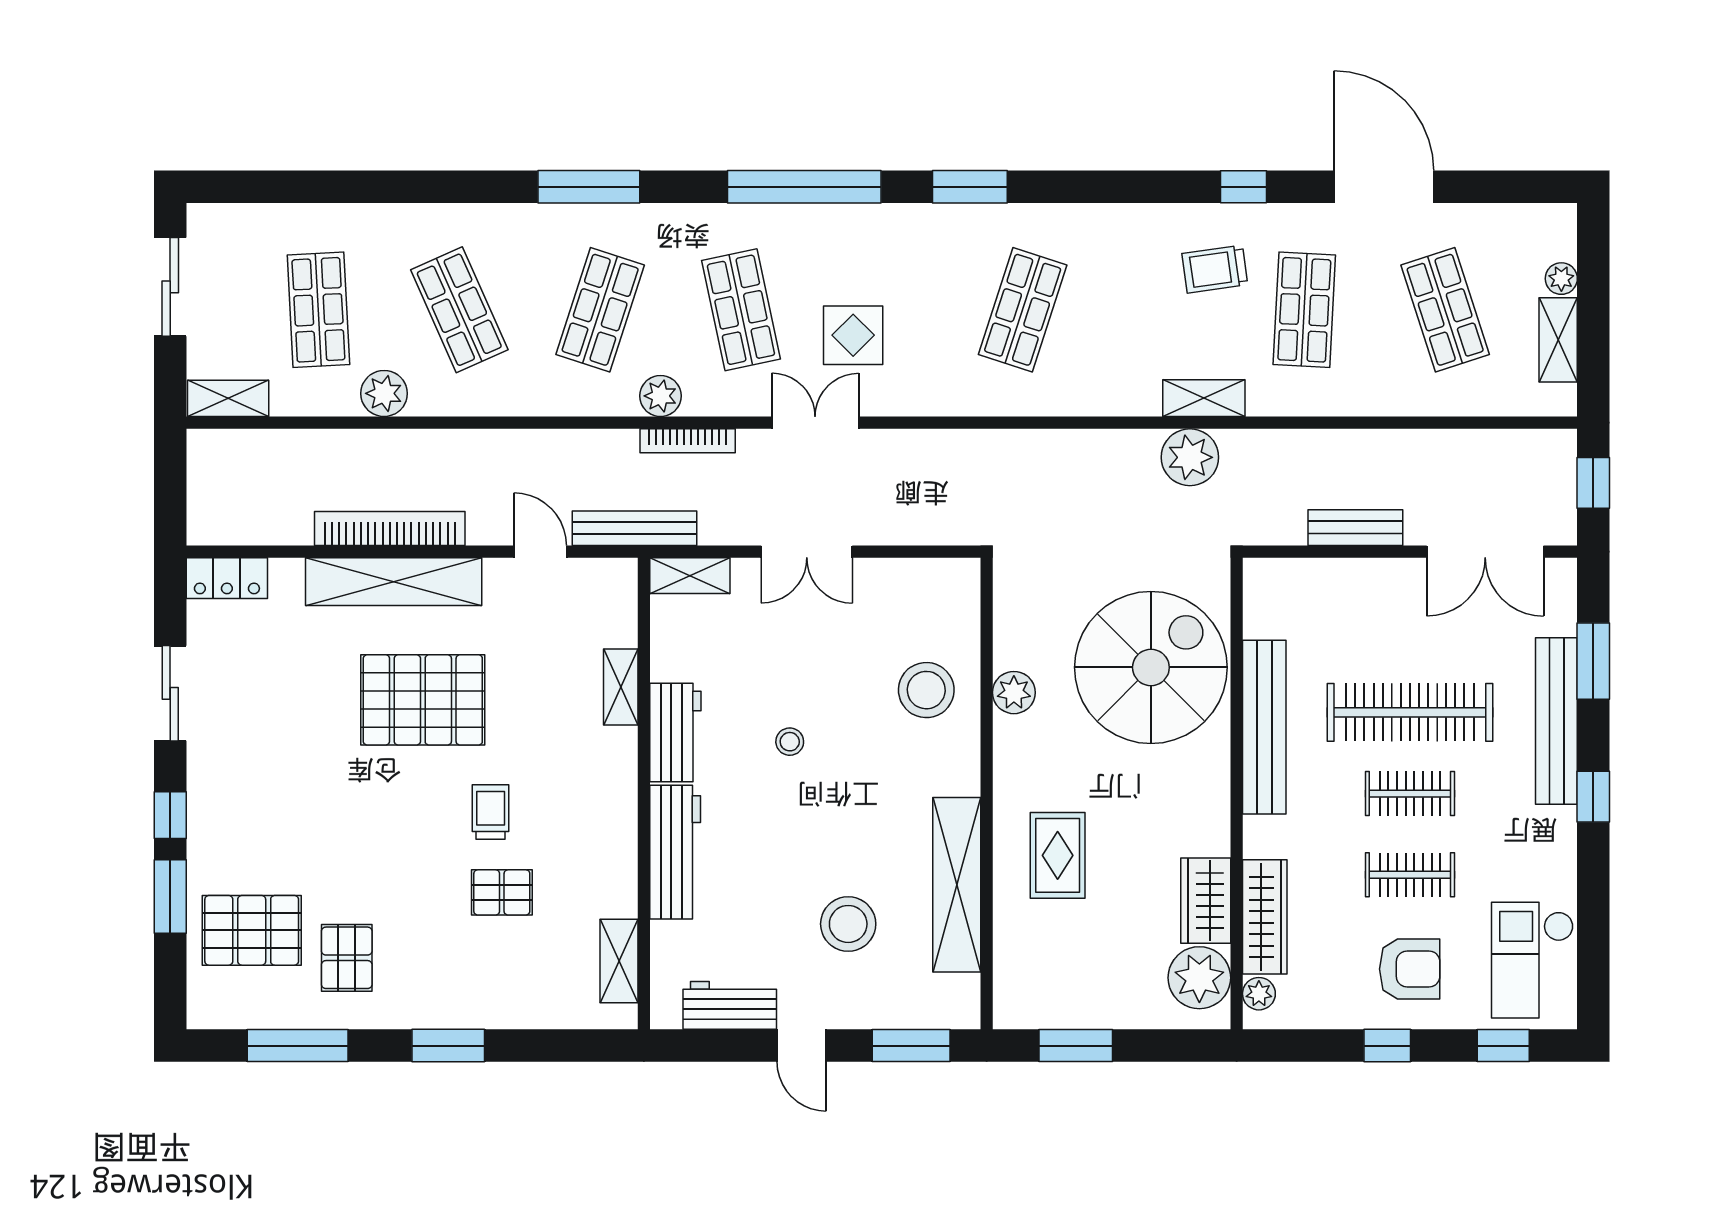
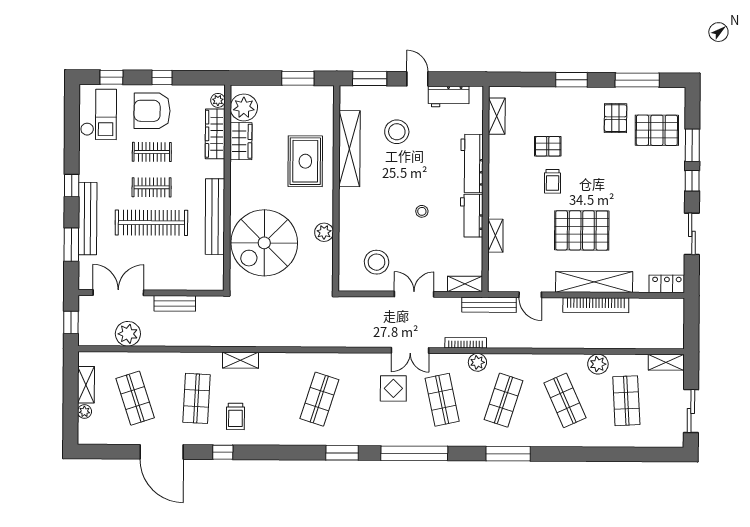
trolley: (1215, 269) -> (235, 416), turned 98
plant: (1190, 457) -> (128, 334), moved
stool: (926, 690) -> (377, 262), moved
rug: (1058, 855) -> (305, 161), width x1.36, depth x1.43
armchair: (1410, 969) -> (152, 111), width x1.36, depth x1.36

